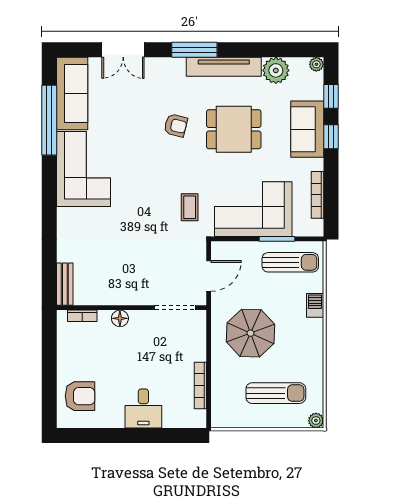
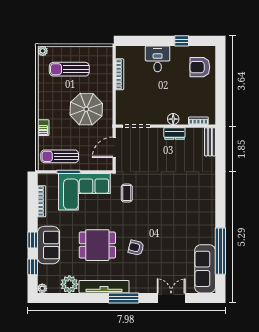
corner sofa: (83, 169) -> (198, 219), removed
dresser: (118, 297) -> (174, 134), added
window: (107, 436) -> (182, 41), added

